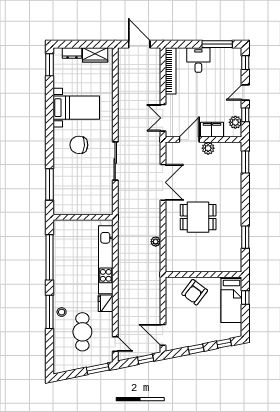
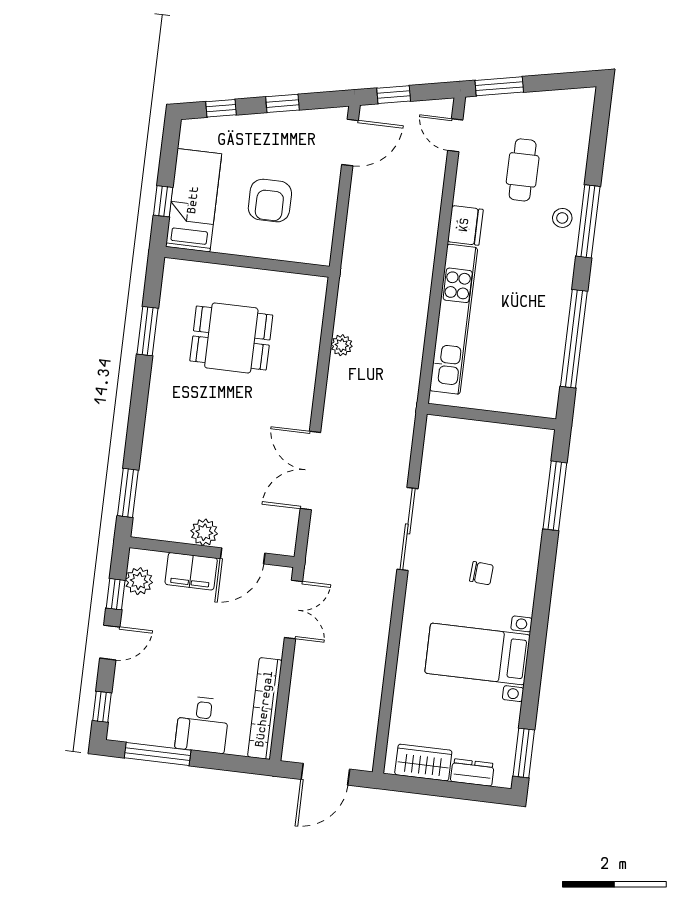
door: (139, 44) -> (325, 774), hinge flipped
chair: (79, 145) -> (481, 573), width x0.54, depth x0.54
dining table: (198, 217) -> (231, 338), moved
armchair: (195, 292) -> (270, 201), moved, turned 143
cafe table: (82, 332) -> (523, 170), width x0.73, depth x0.74
door: (163, 335) -> (350, 142), hinge flipped

